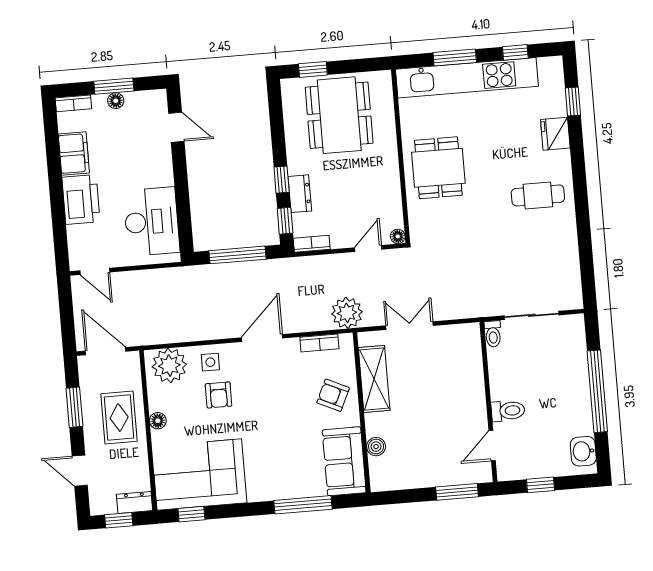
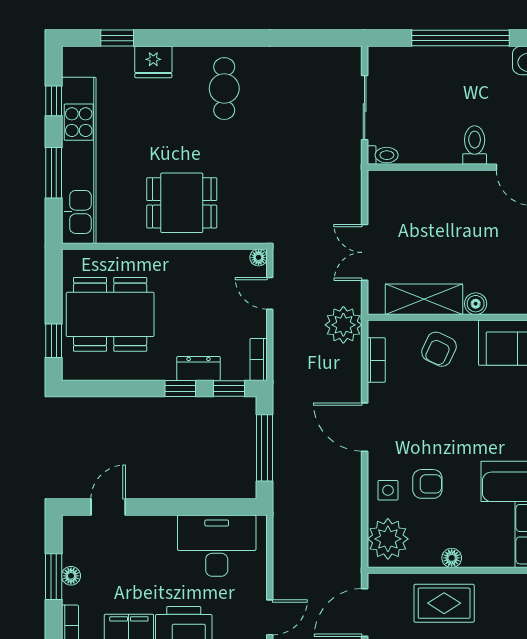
boiler: (376, 447) -> (476, 304), moved

